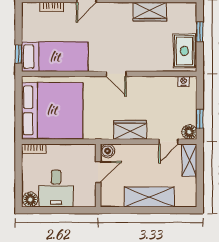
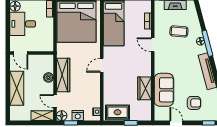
nightstand: (189, 109) -> (78, 116), added
wardrobe: (130, 130) -> (63, 75), width x1.50
boiler: (108, 151) -> (49, 77), moved
door: (98, 172) -> (20, 53), moved

